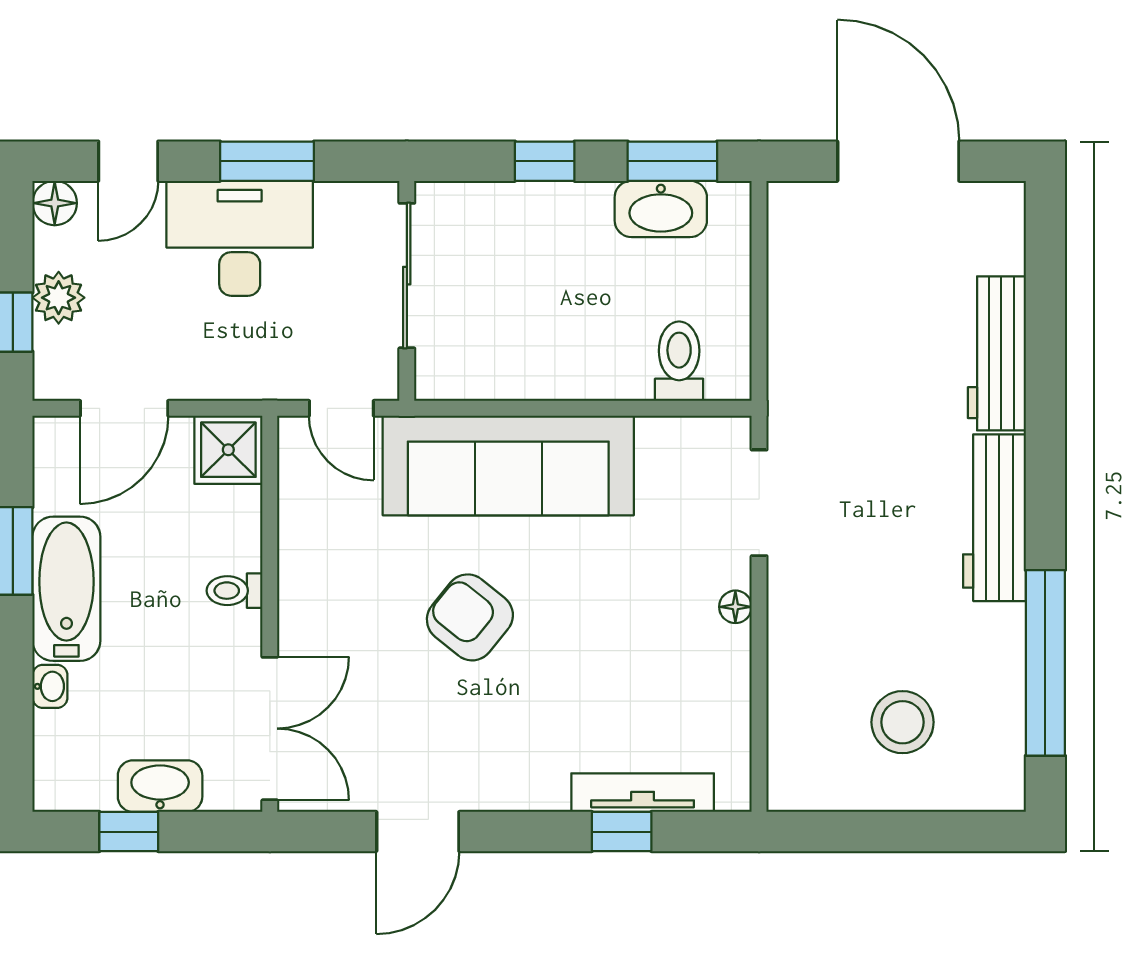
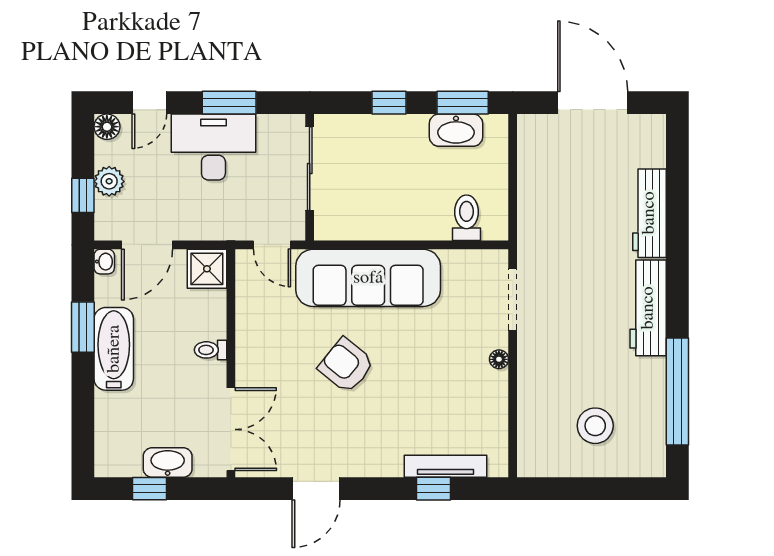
washbasin: (50, 686) -> (104, 262), moved

